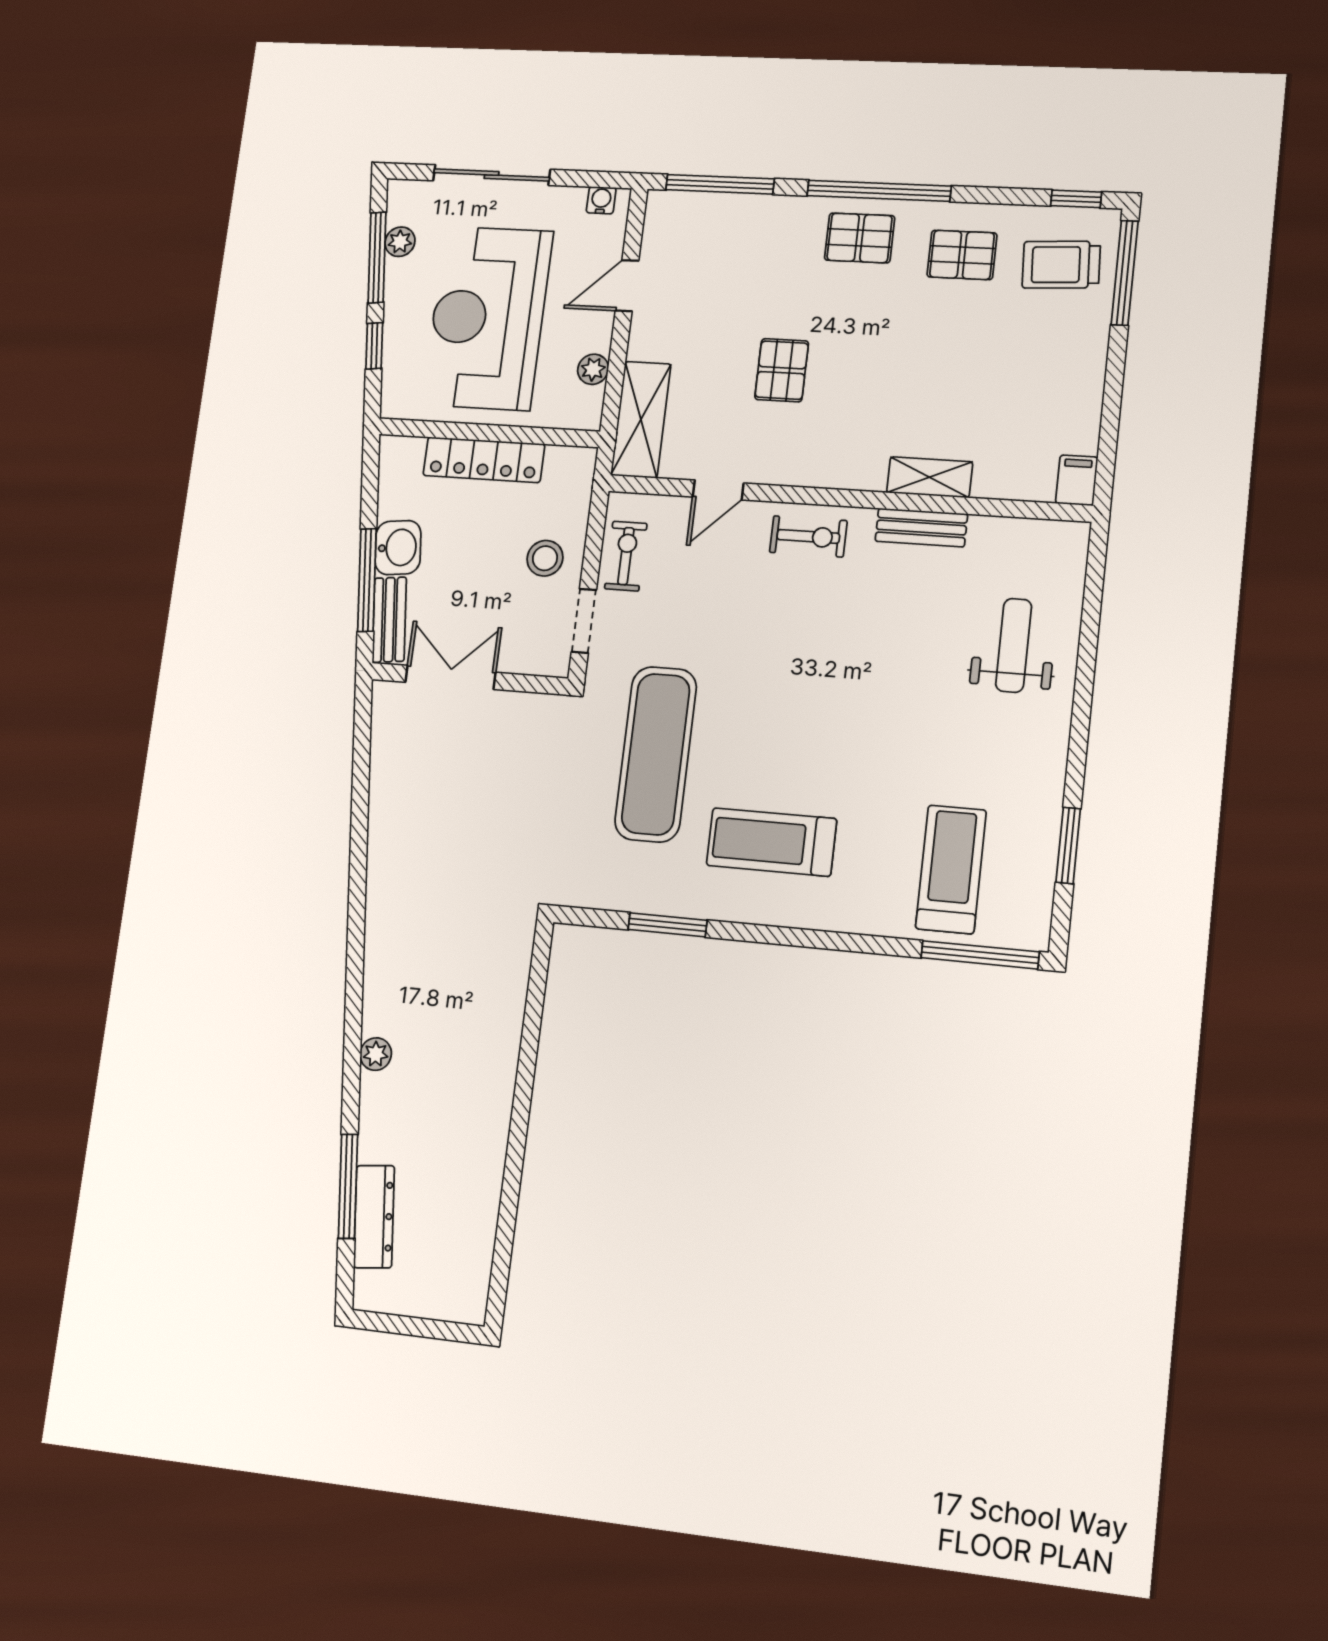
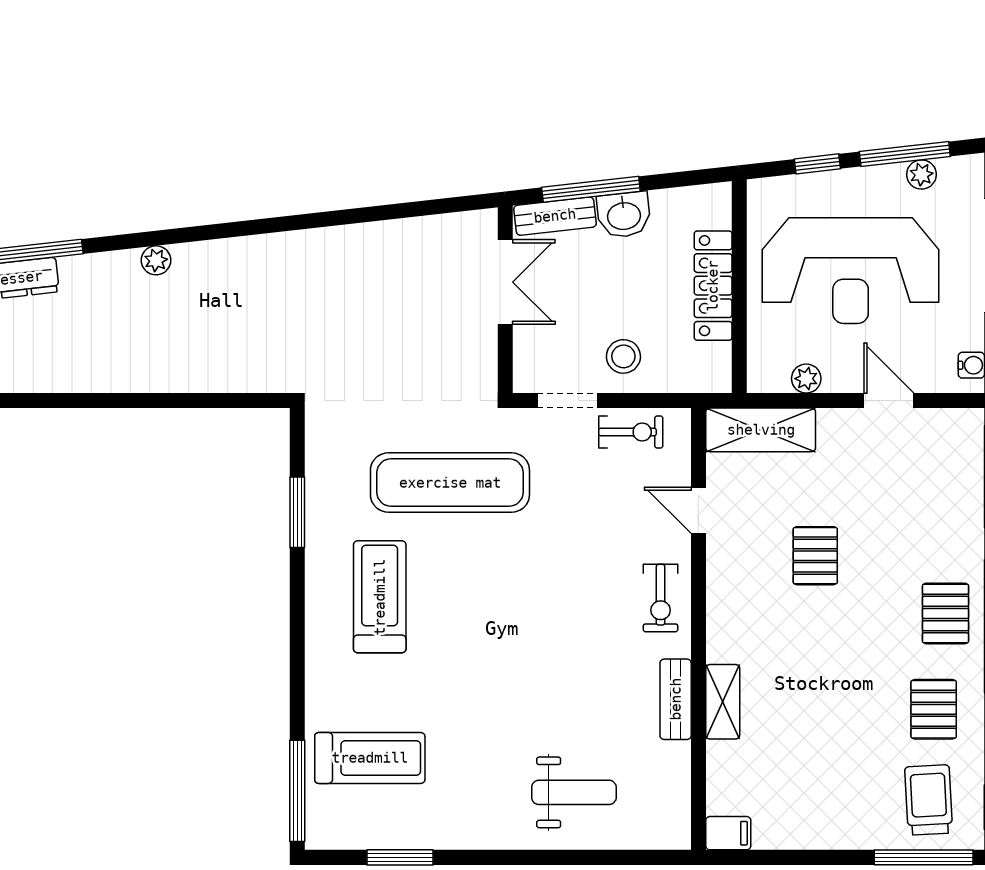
reception desk: (488, 318) -> (851, 271), turned 180
pallet: (782, 370) -> (815, 556), turned 90

